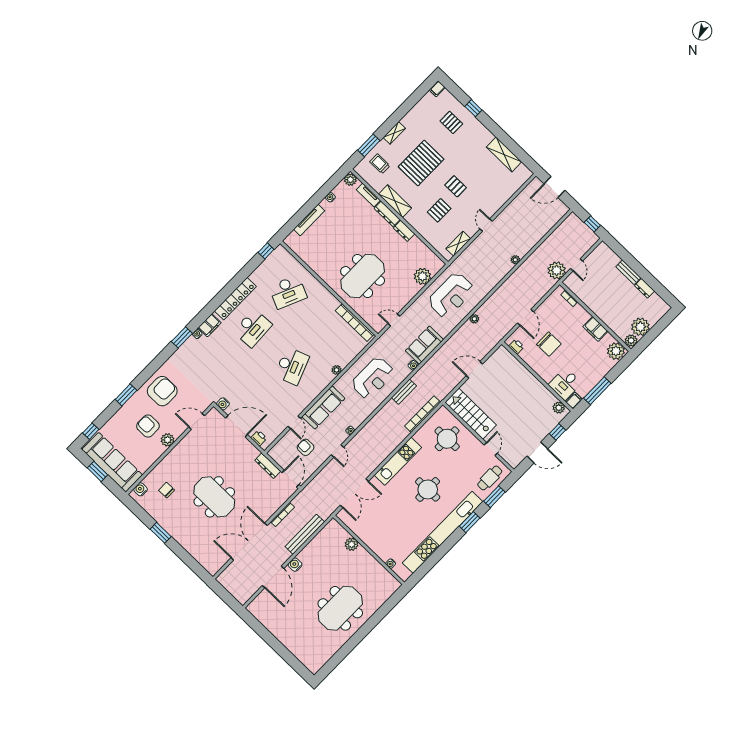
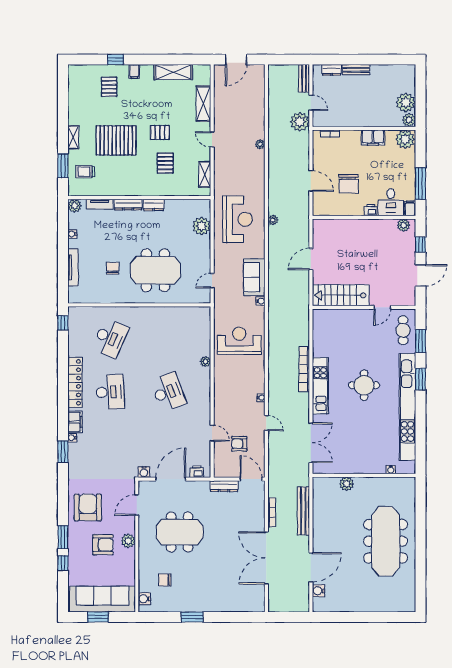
filing cabinet: (437, 89) -> (134, 72), moved
pallet: (451, 122) -> (109, 87), turned 90
pallet: (421, 163) -> (116, 140), turned 90
shelving: (395, 201) -> (203, 104), moved, turned 90
window: (592, 224) -> (292, 60), removed
chair: (335, 247) -> (113, 268), added
meeting table: (363, 276) -> (155, 270), turned 90
dresser: (645, 288) -> (332, 70), moved
bookcase: (355, 322) -> (184, 312), removed
chair: (549, 344) -> (349, 184), turned 90
printer: (516, 347) -> (371, 210), moved
reception desk: (373, 378) -> (239, 341), turned -90
bench: (404, 392) -> (304, 78), moved
sofa: (323, 407) -> (223, 400), removed
bookcase: (423, 414) -> (304, 369), moved
armchair: (148, 426) -> (103, 545), turned 180
window: (91, 431) -> (63, 563), moved
round table: (447, 439) -> (341, 332), removed
door: (491, 449) -> (382, 307), swing flipped
meeting table: (214, 497) -> (180, 532), moved
water cooler: (295, 565) -> (318, 591), moved
door: (273, 577) -> (311, 567), hinge flipped
meeting table: (340, 608) -> (386, 541), width x1.36

